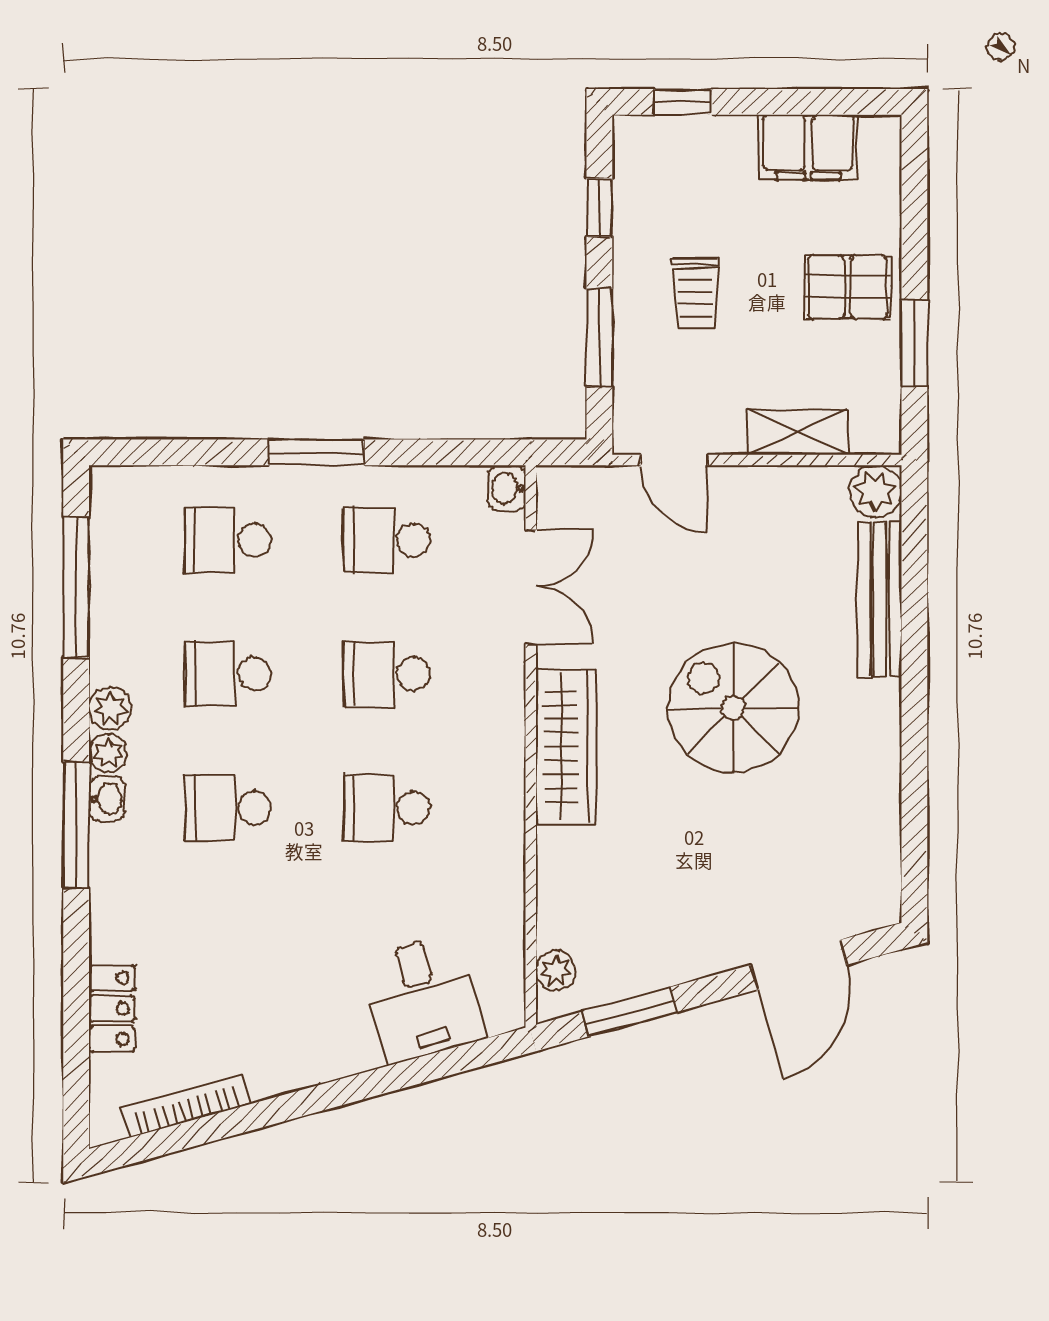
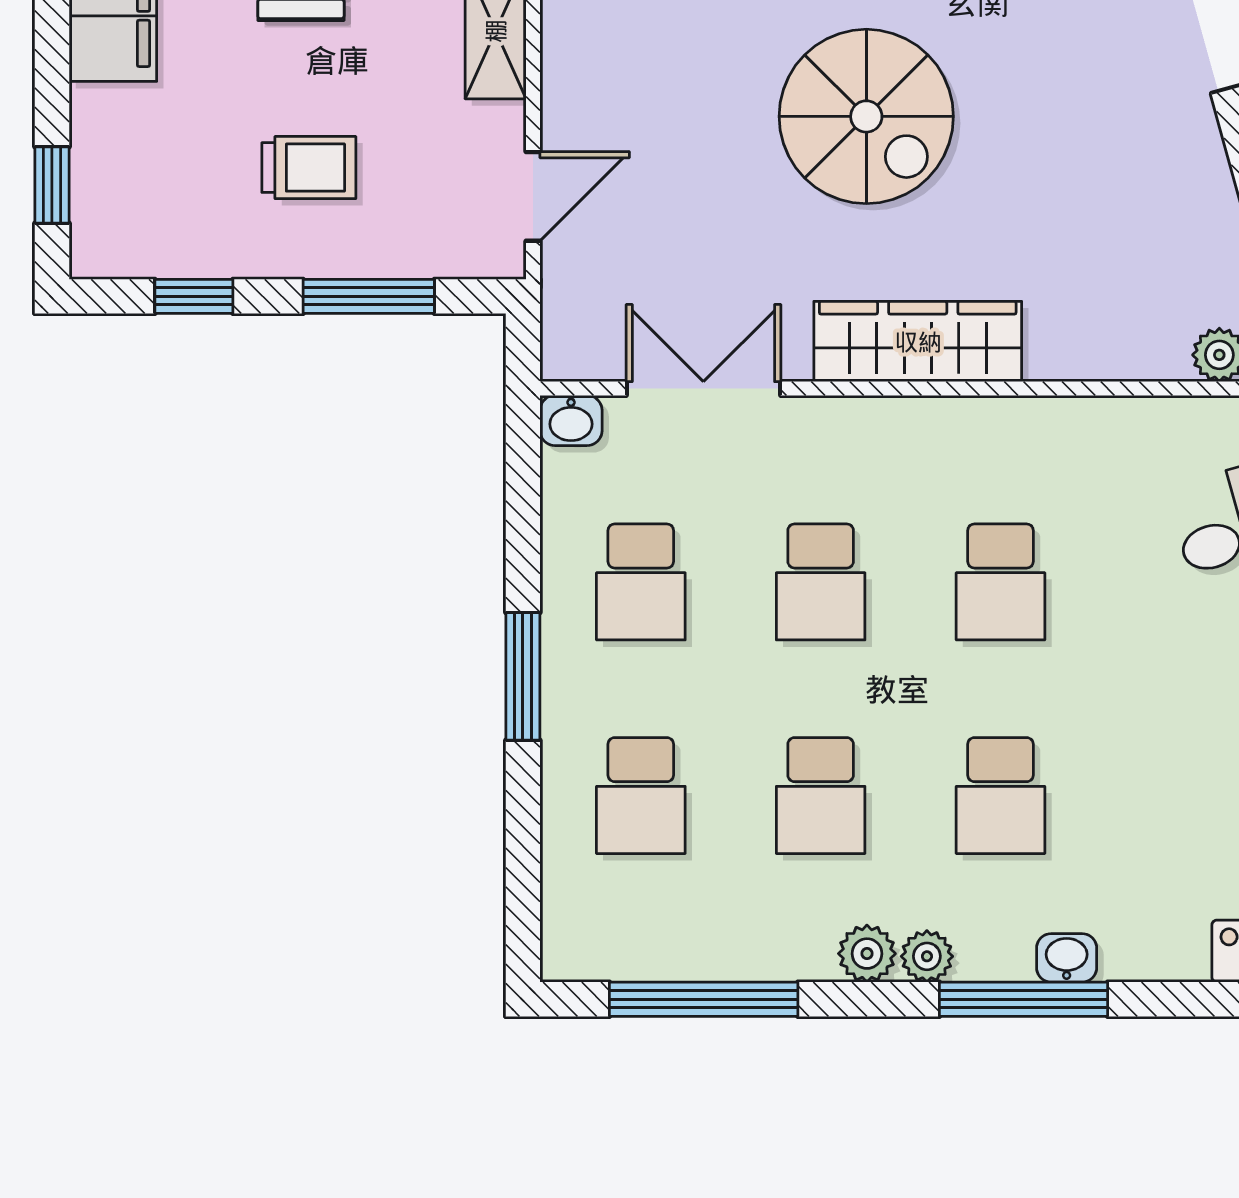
spiral stairs: (733, 708) -> (866, 116), turned -90
washbasin: (107, 799) -> (1067, 958), moved

